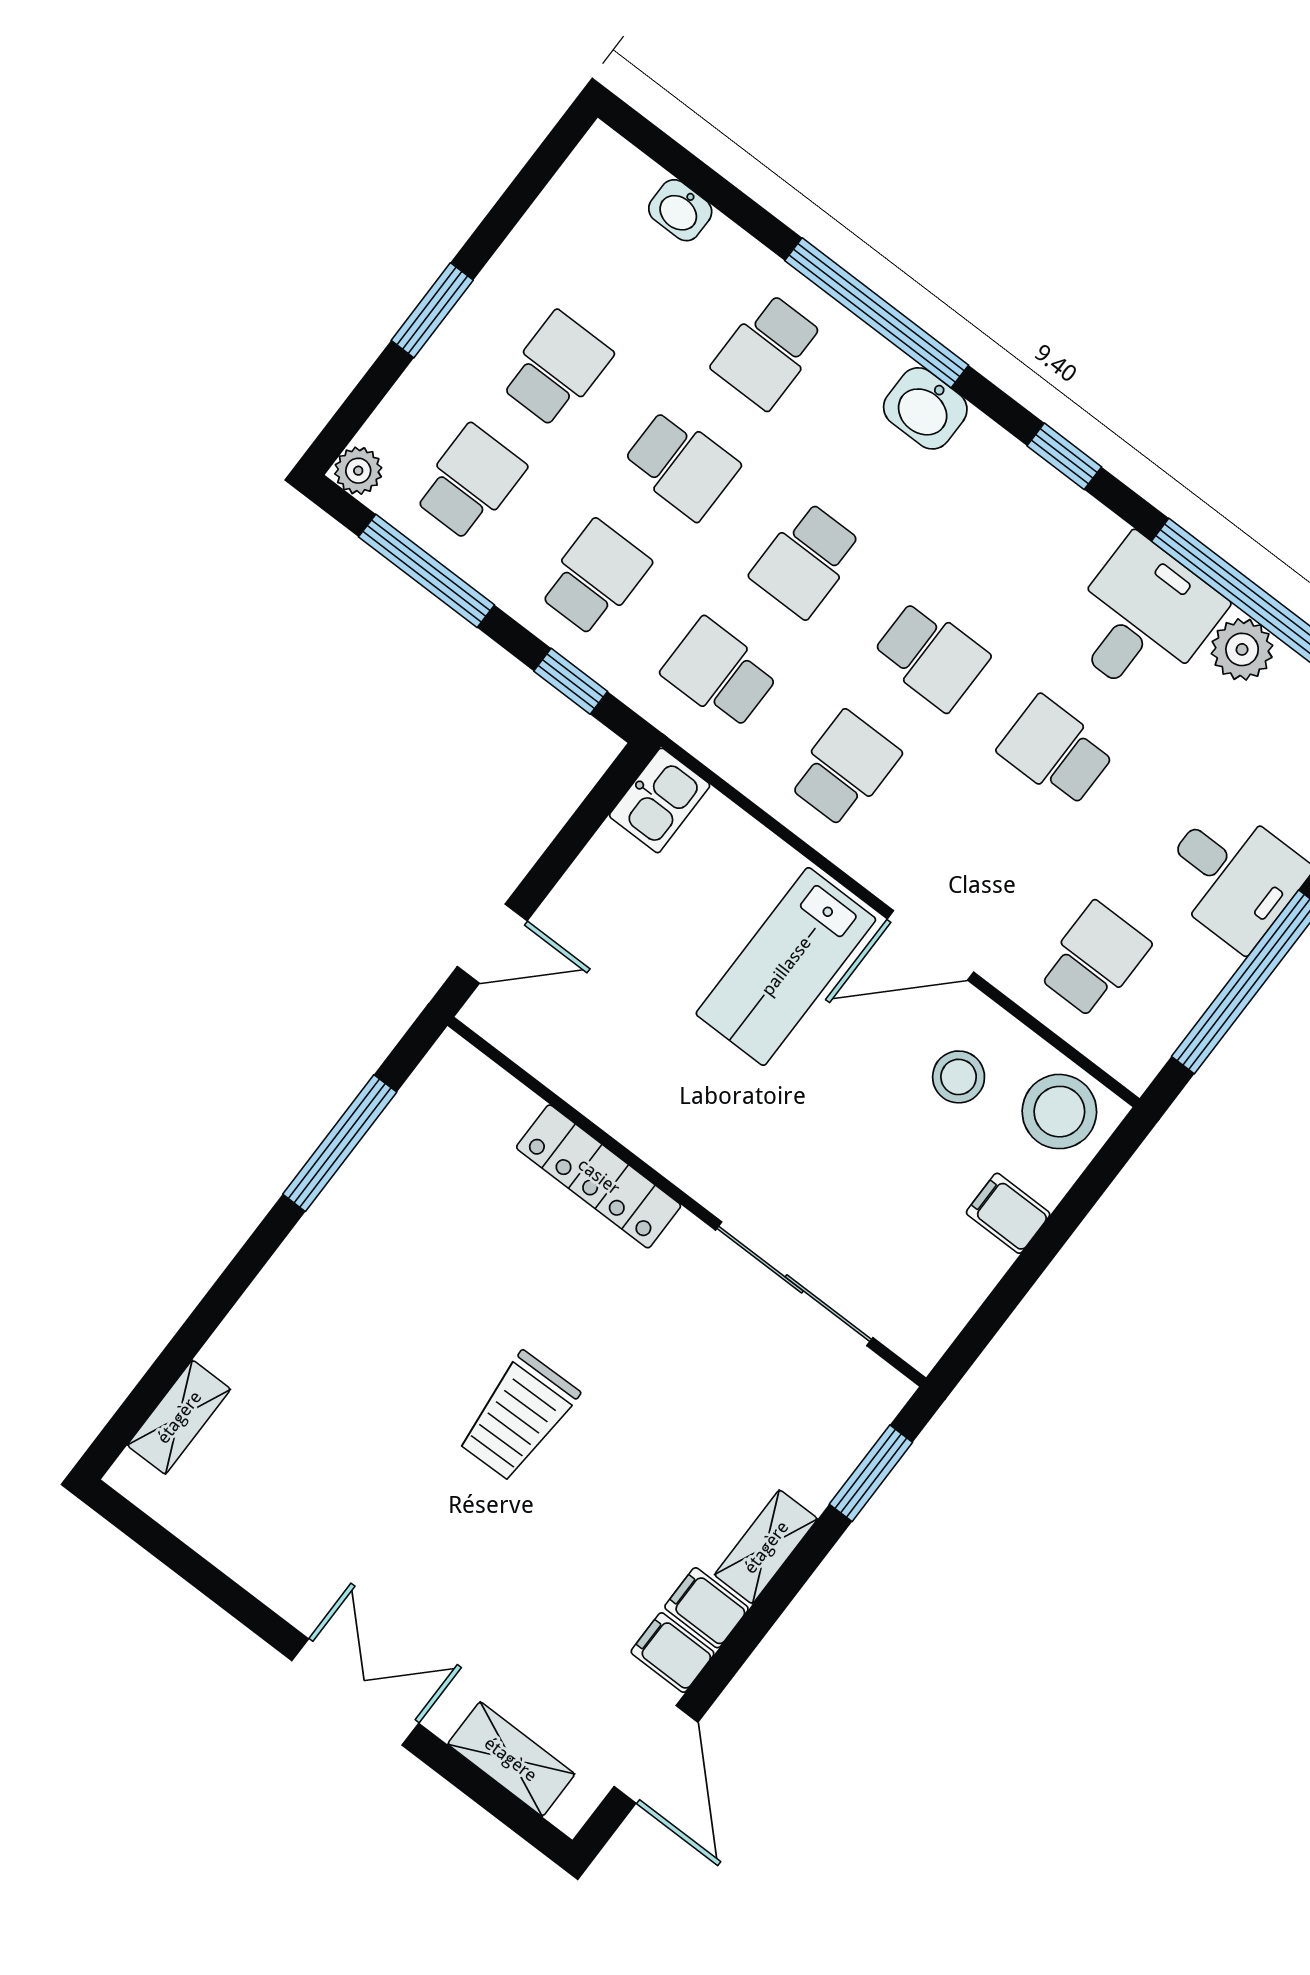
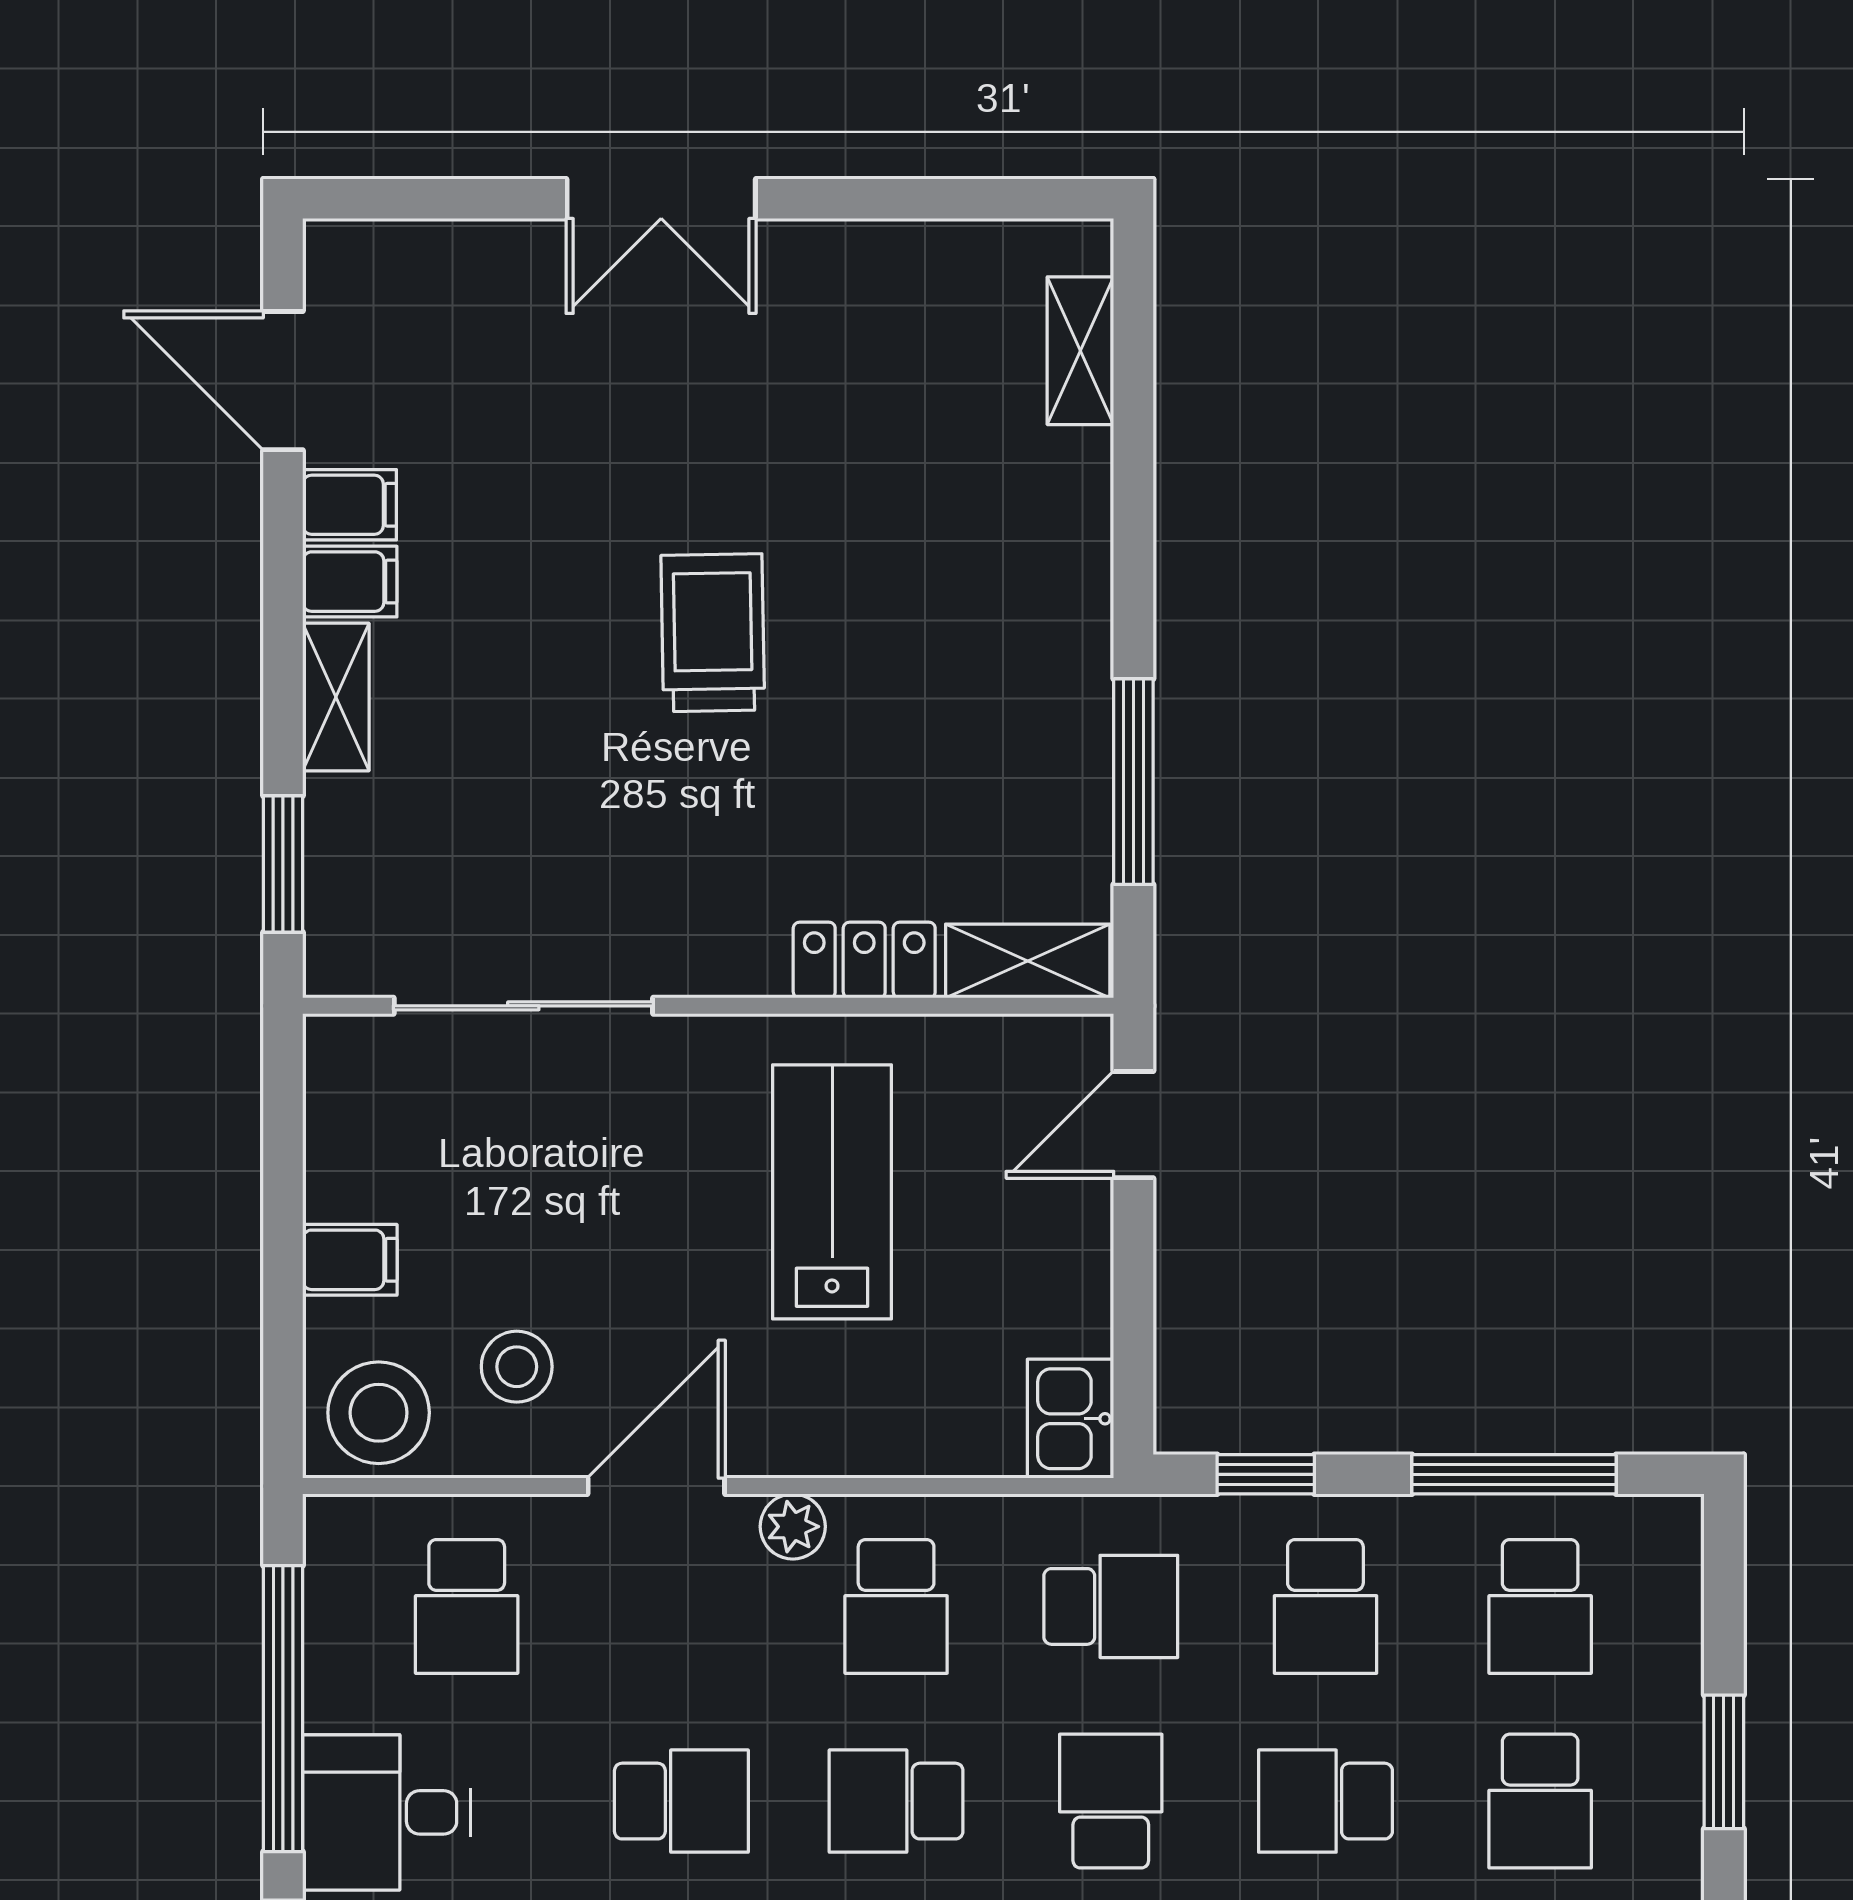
plant: (358, 471) -> (793, 1527), moved
lab bench: (786, 966) -> (832, 1192), moved
locker: (599, 1176) -> (864, 960), width x0.66
shelving: (511, 1759) -> (1028, 961), moved

